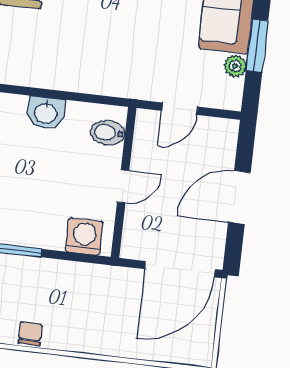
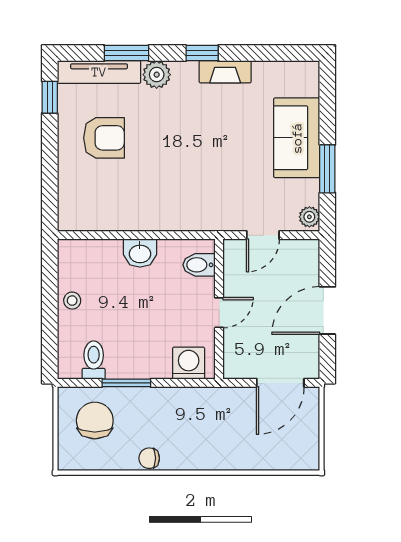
plant: (235, 66) -> (309, 217), moved
door: (180, 269) -> (280, 383), width x0.73
chair: (30, 334) -> (149, 458), turned -90

